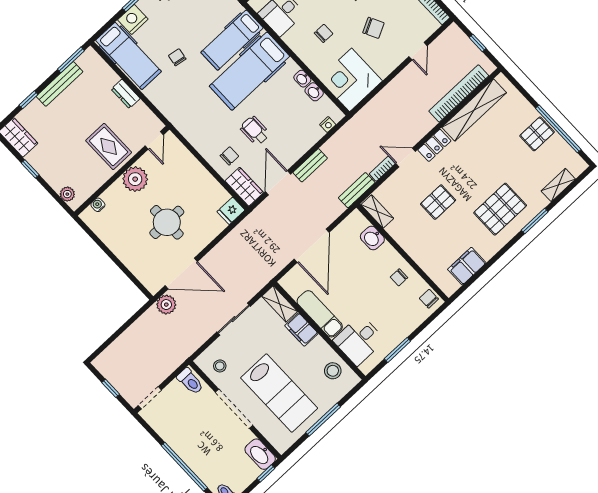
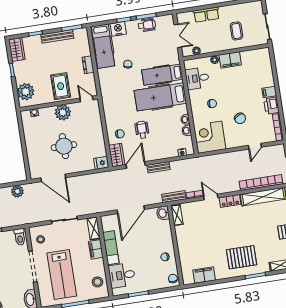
door: (154, 140) -> (86, 99), swing flipped
plant: (67, 194) -> (26, 92), width x1.88, depth x1.88
pallet: (438, 202) -> (212, 232), removed
washbasin: (372, 238) -> (163, 213), moved
plant: (166, 305) -> (17, 191), moved

